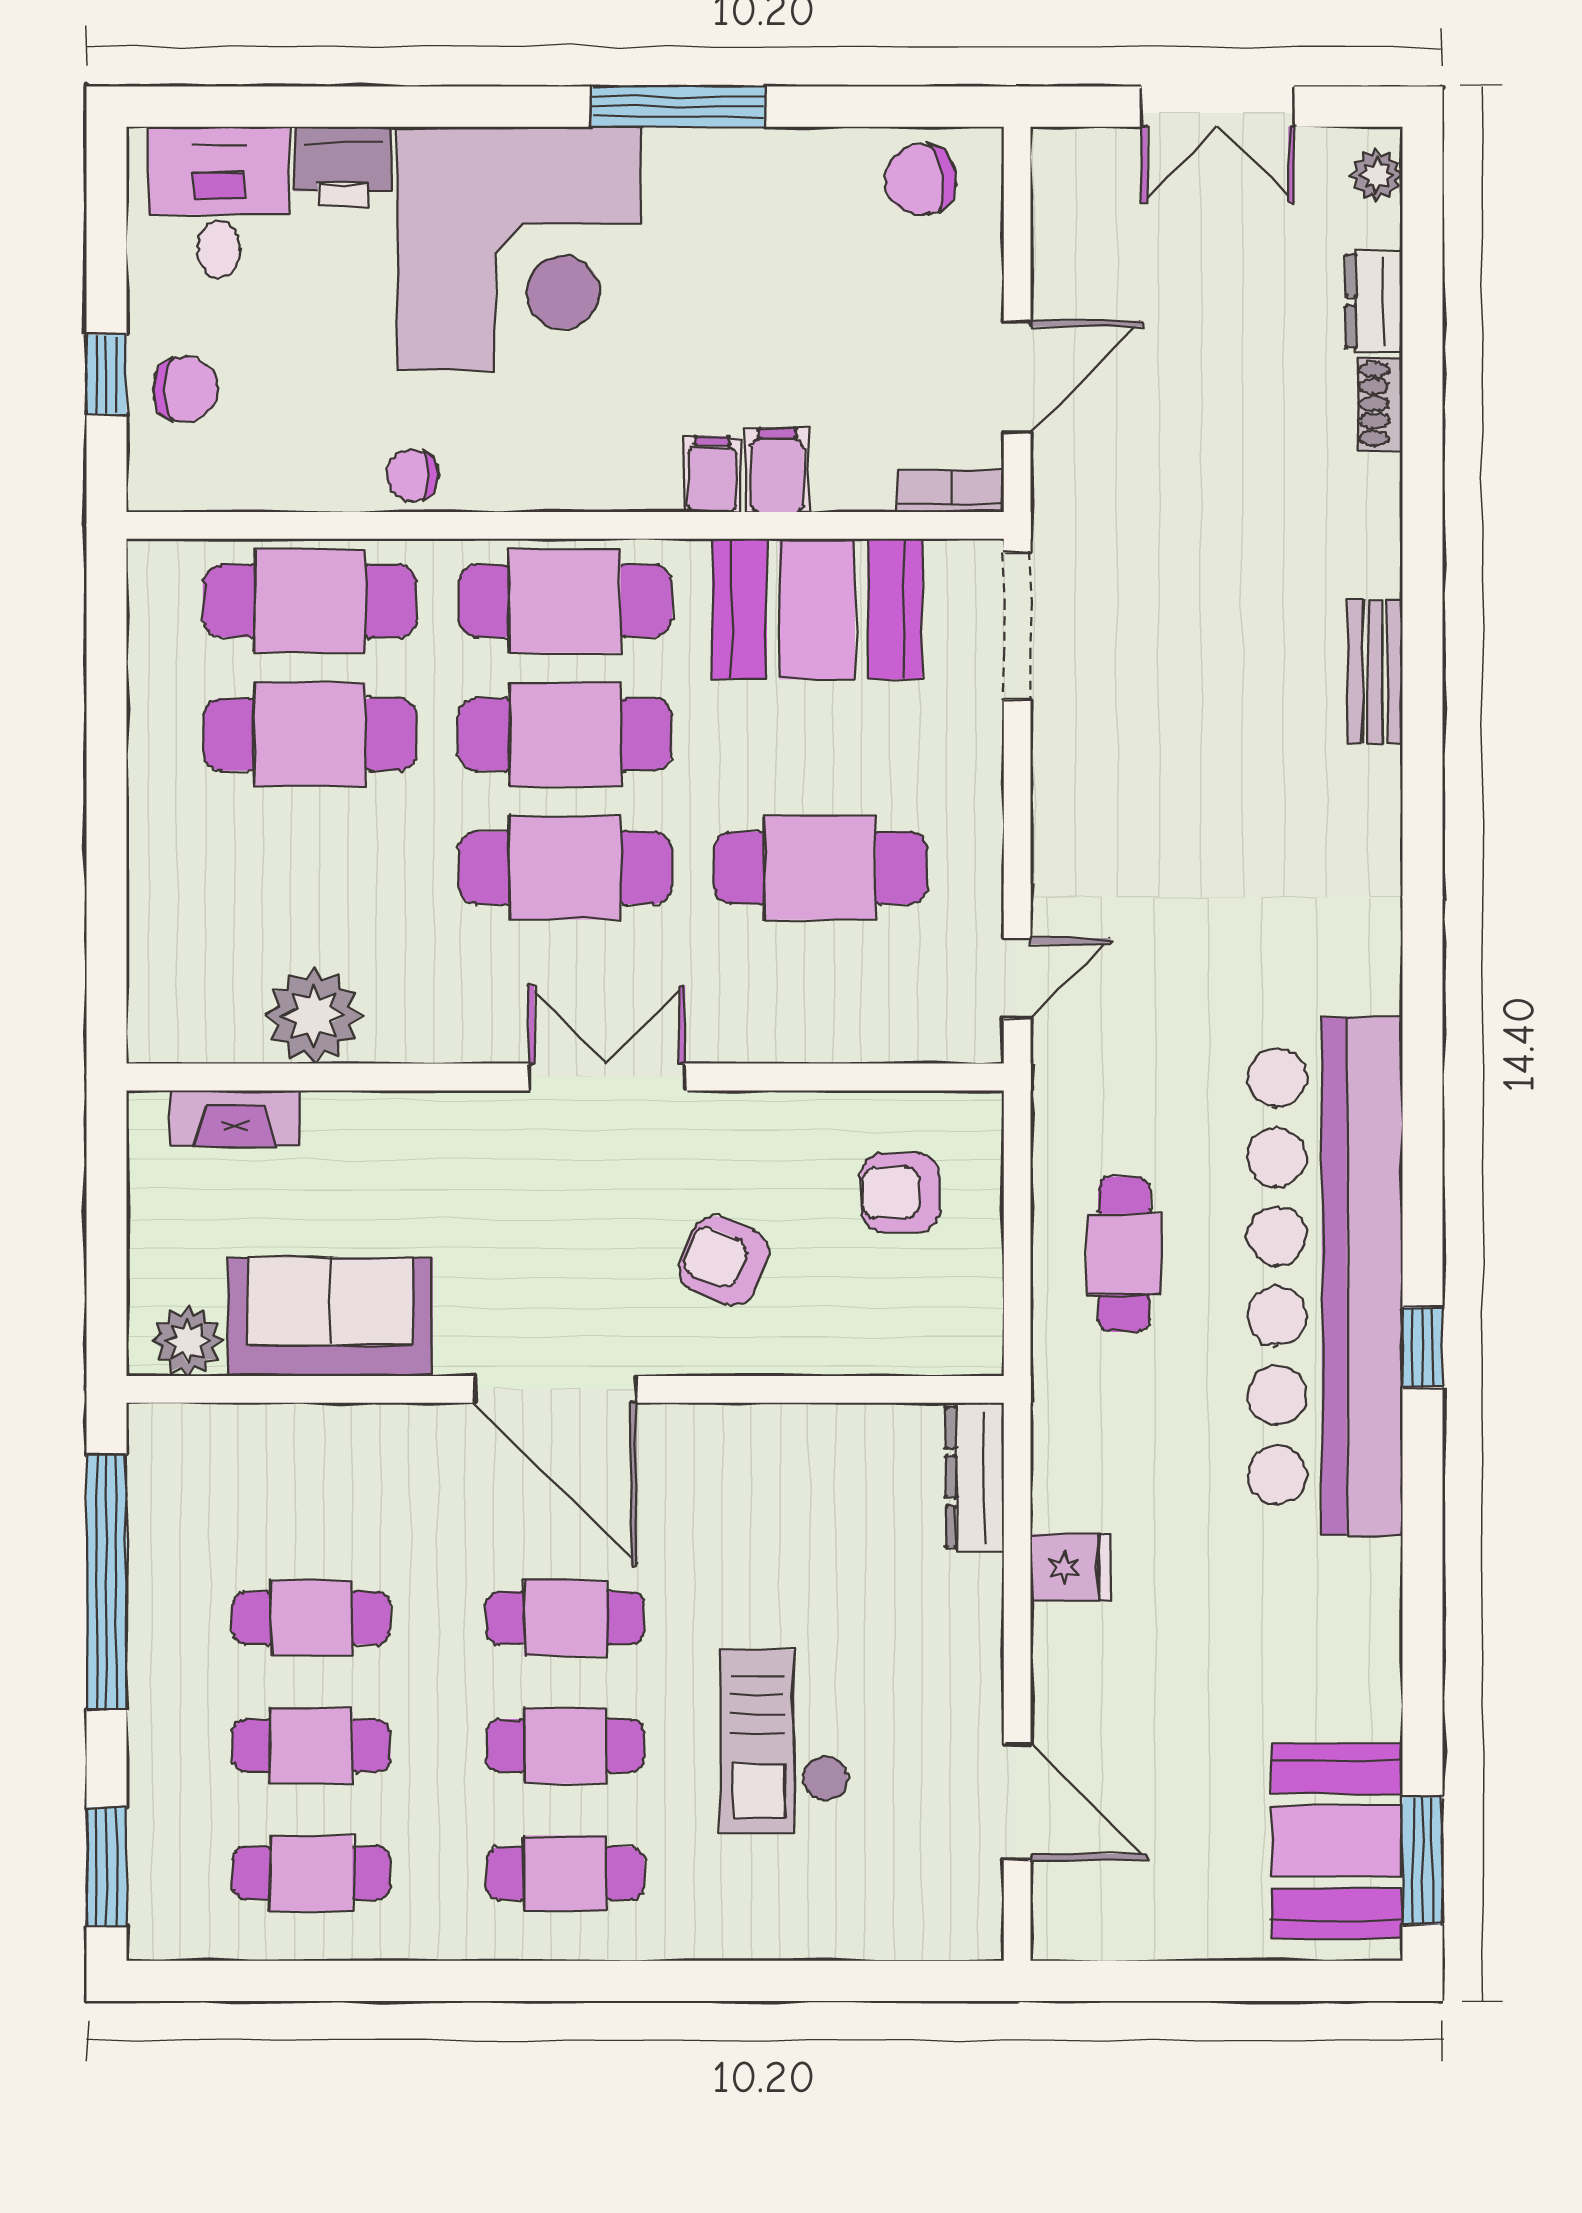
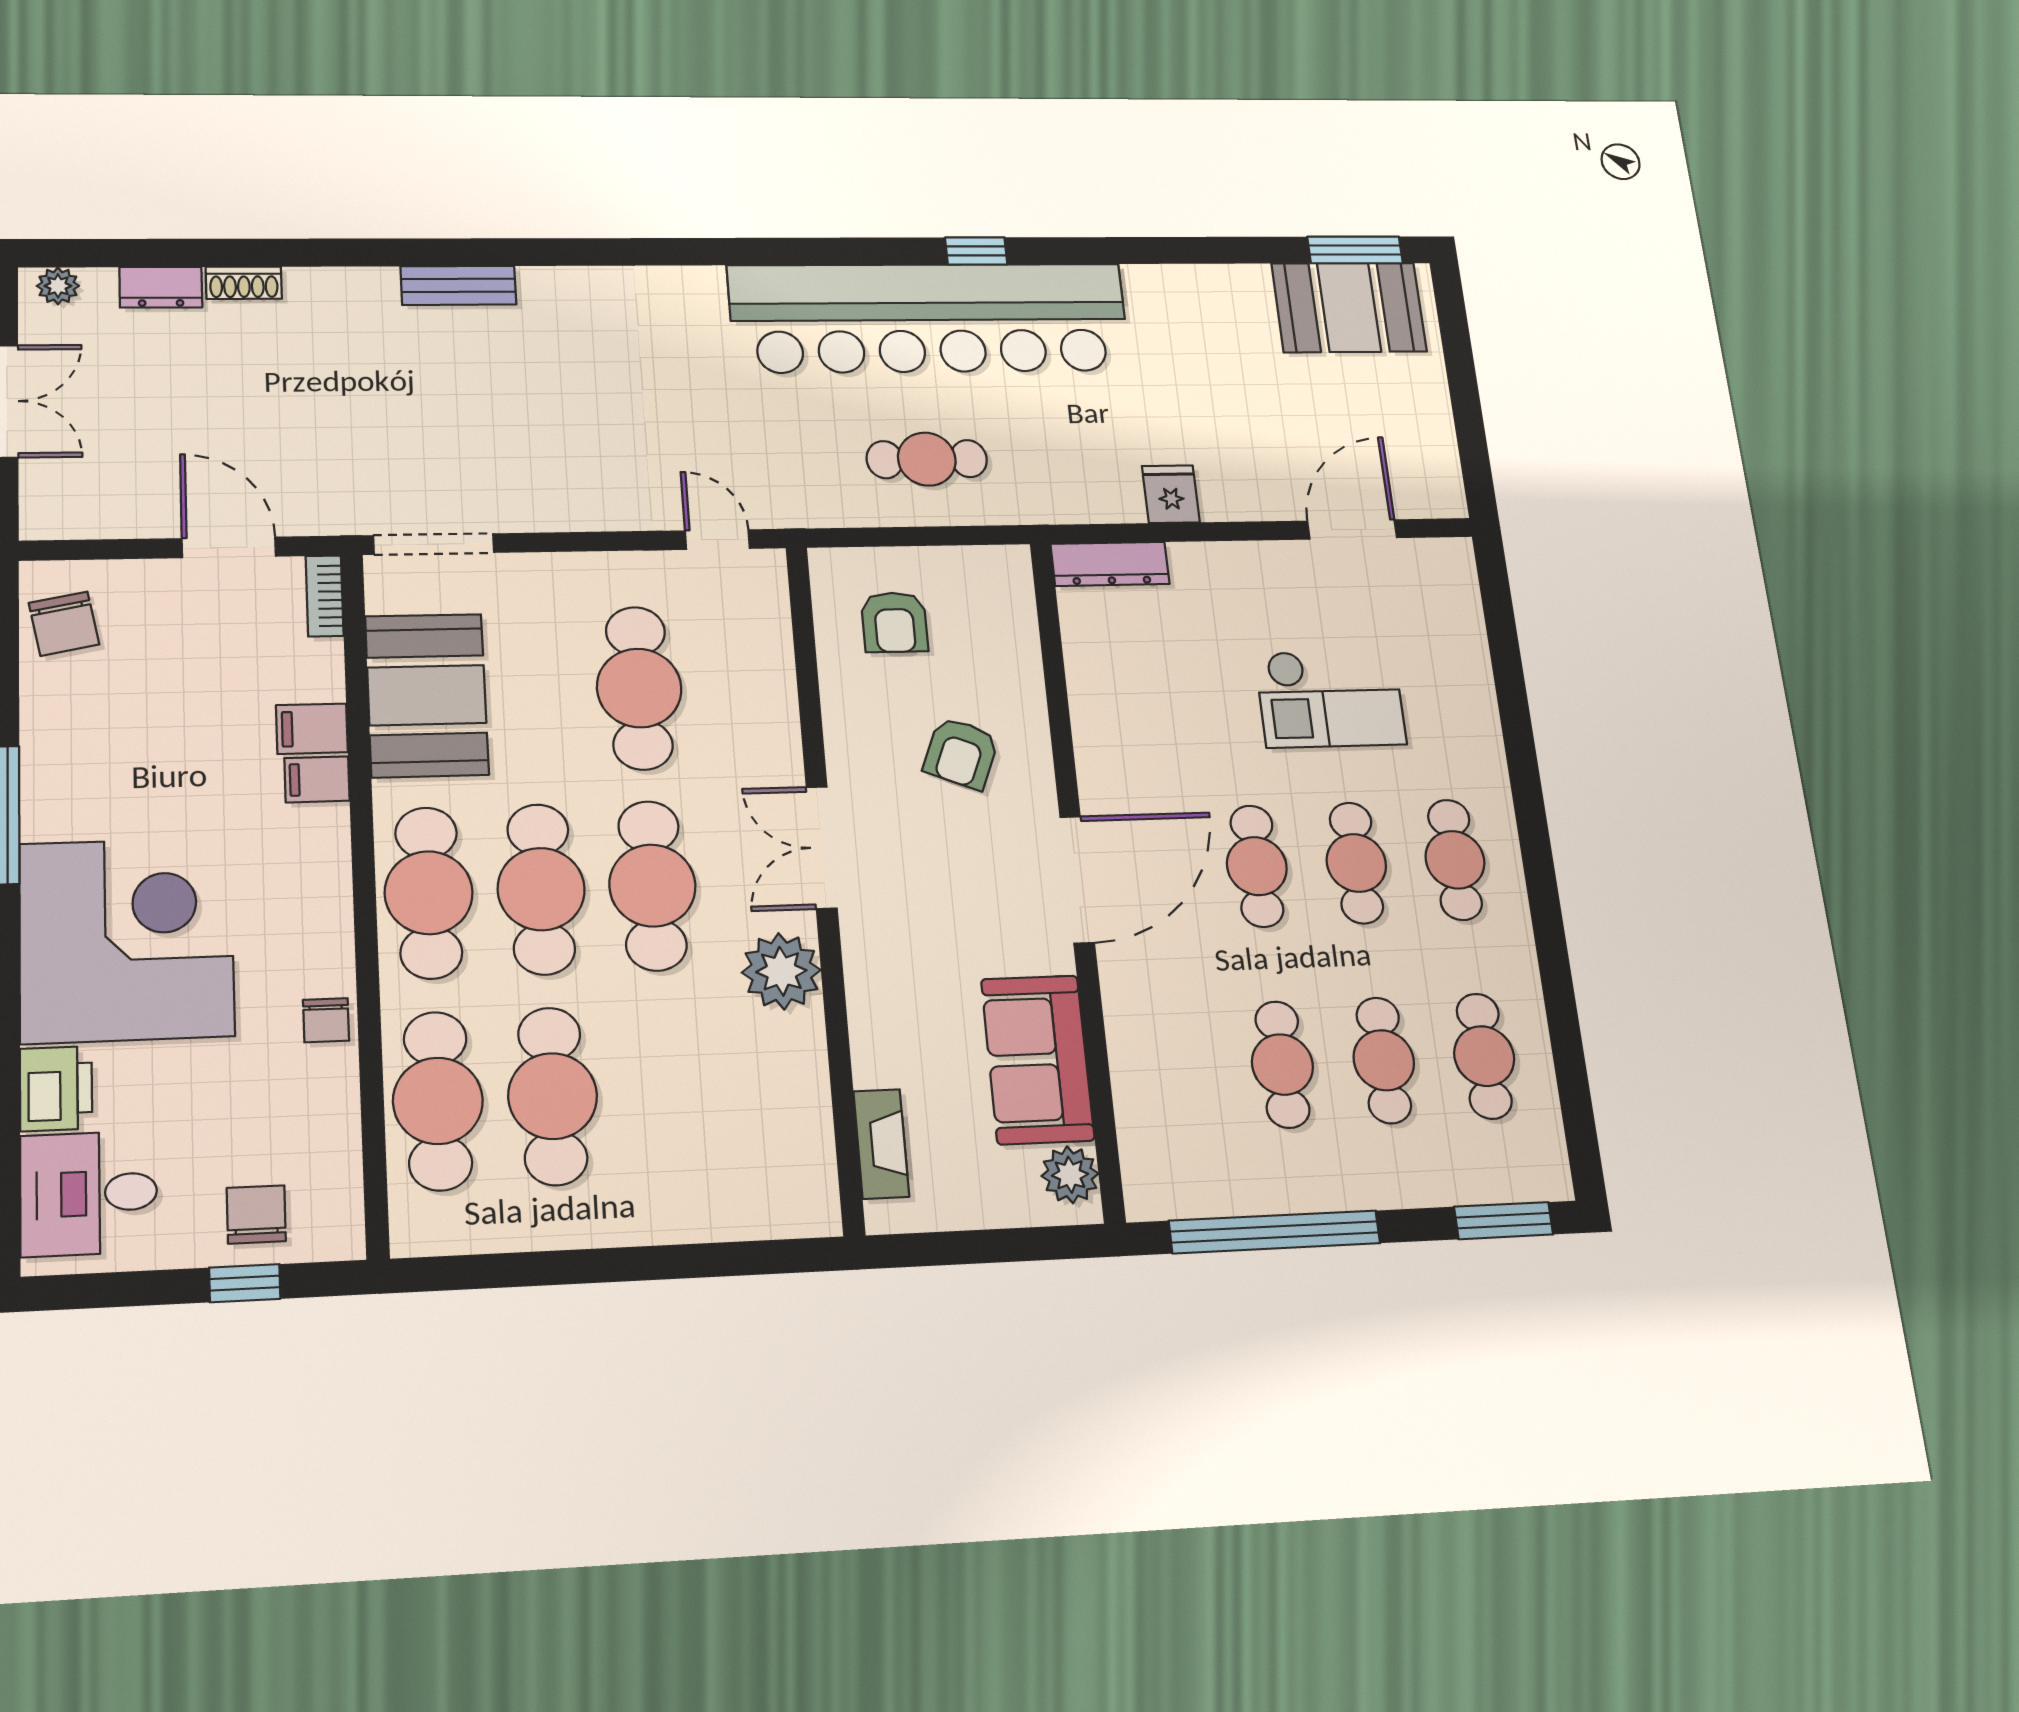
plant: (314, 1016) -> (781, 971), moved

